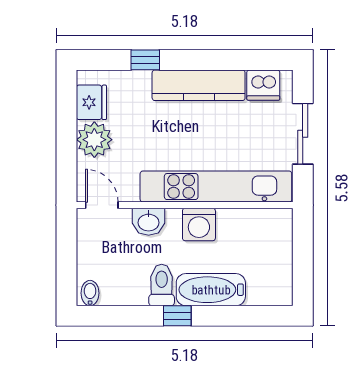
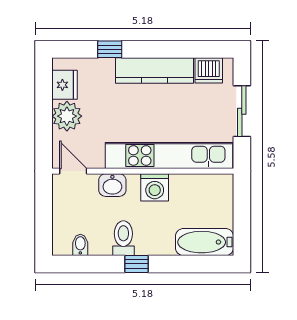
bathtub: (211, 290) -> (205, 242), moved
bidet: (90, 293) -> (80, 245), moved

